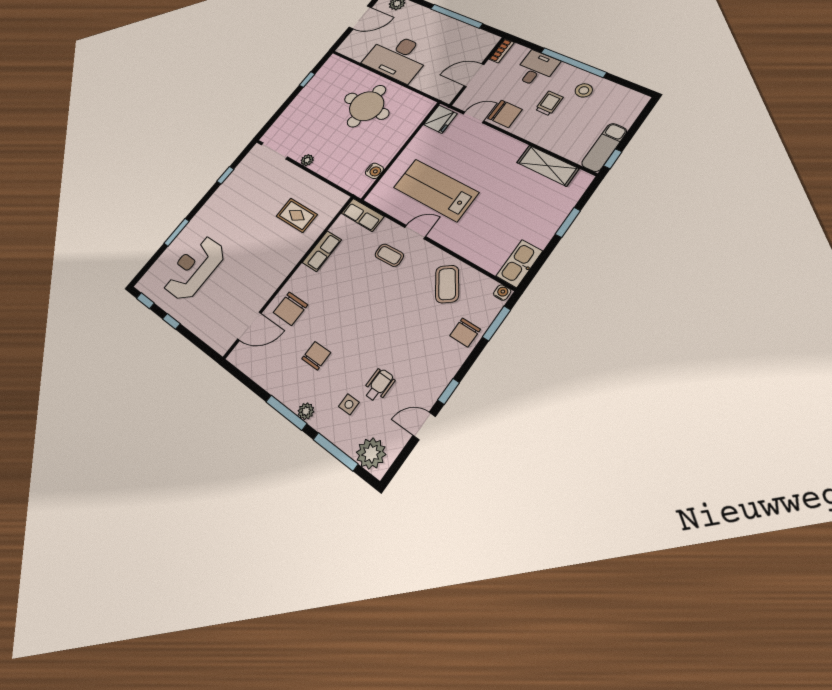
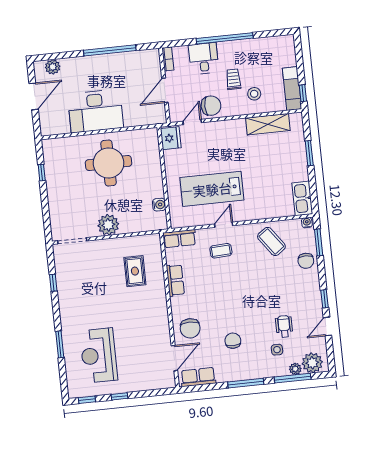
stool: (584, 90) -> (254, 94), moved
plant: (307, 160) -> (108, 225), width x1.88, depth x1.88
rug: (297, 215) -> (135, 271), turned 90
row of seats: (251, 364) -> (198, 377), added
plant: (306, 411) -> (295, 369), moved

